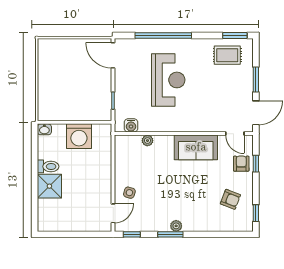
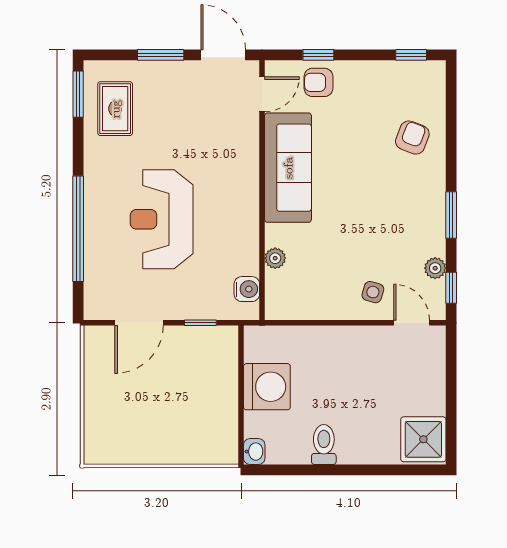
door: (113, 55) -> (139, 323), moved
reception desk: (168, 80) -> (162, 219), turned -90
sofa: (196, 147) -> (288, 168), width x1.36
shower: (49, 186) -> (423, 439), moved
armchair: (230, 199) -> (412, 138), moved
plant: (176, 226) -> (435, 268), moved

